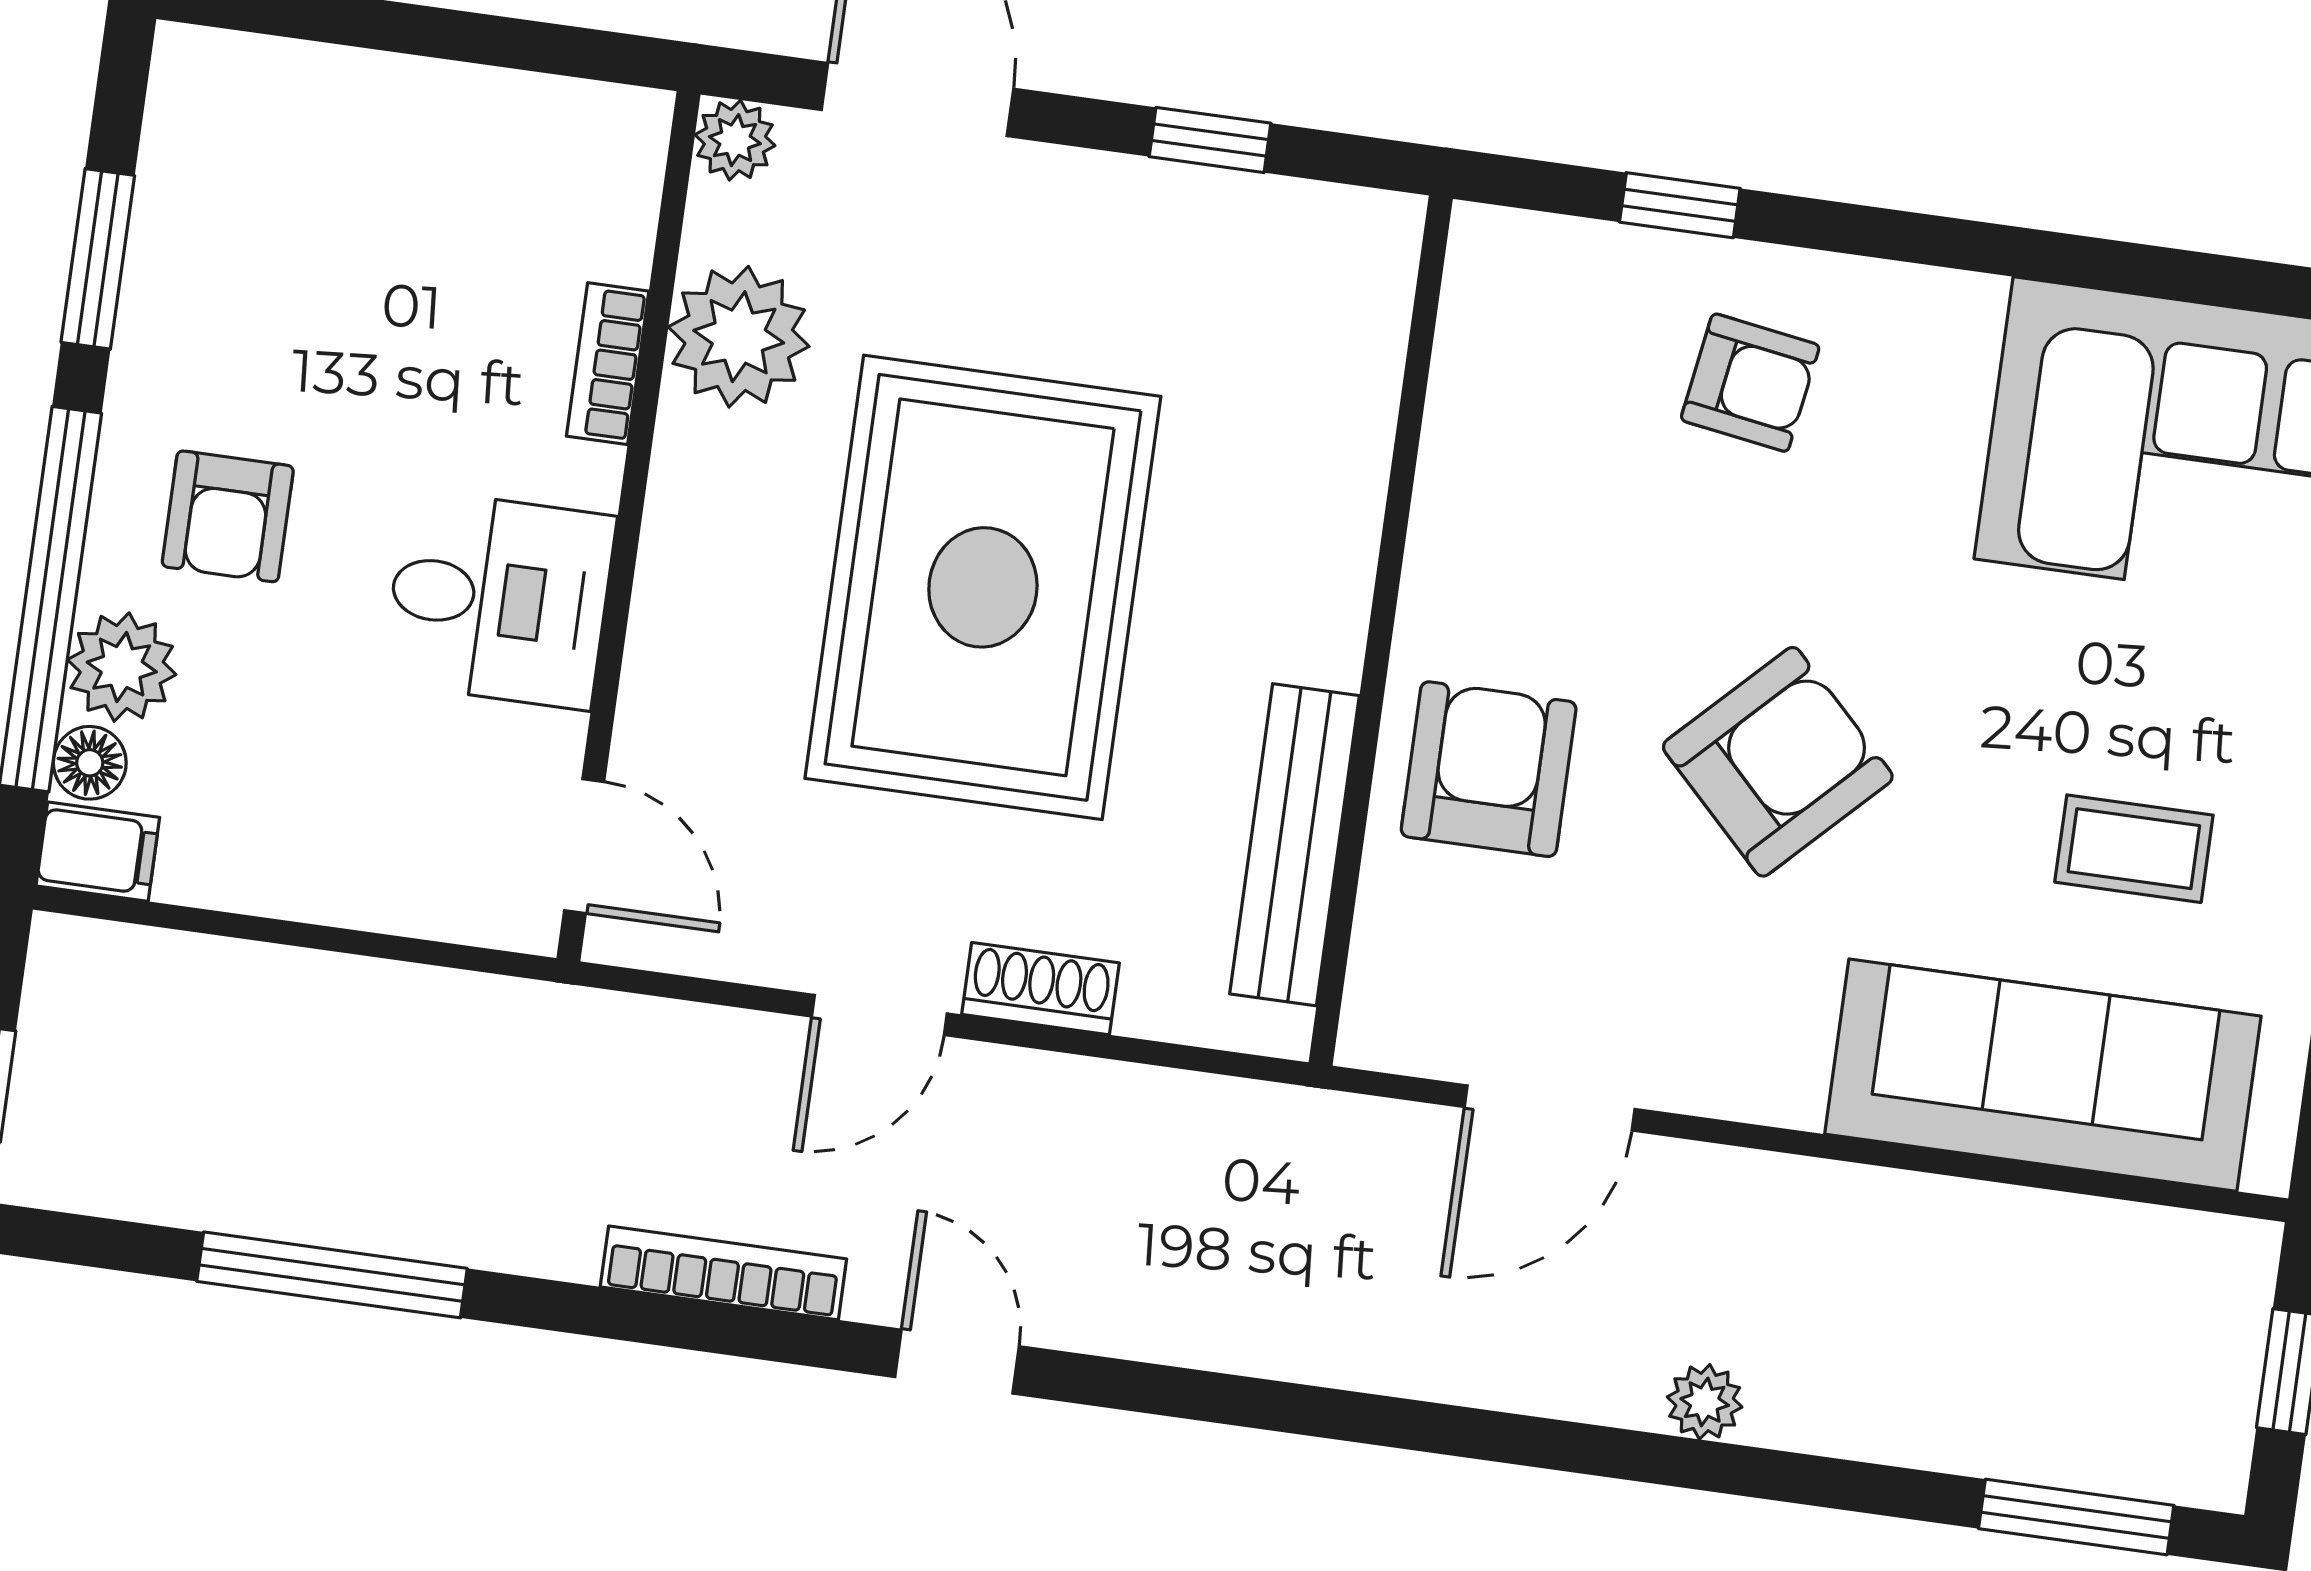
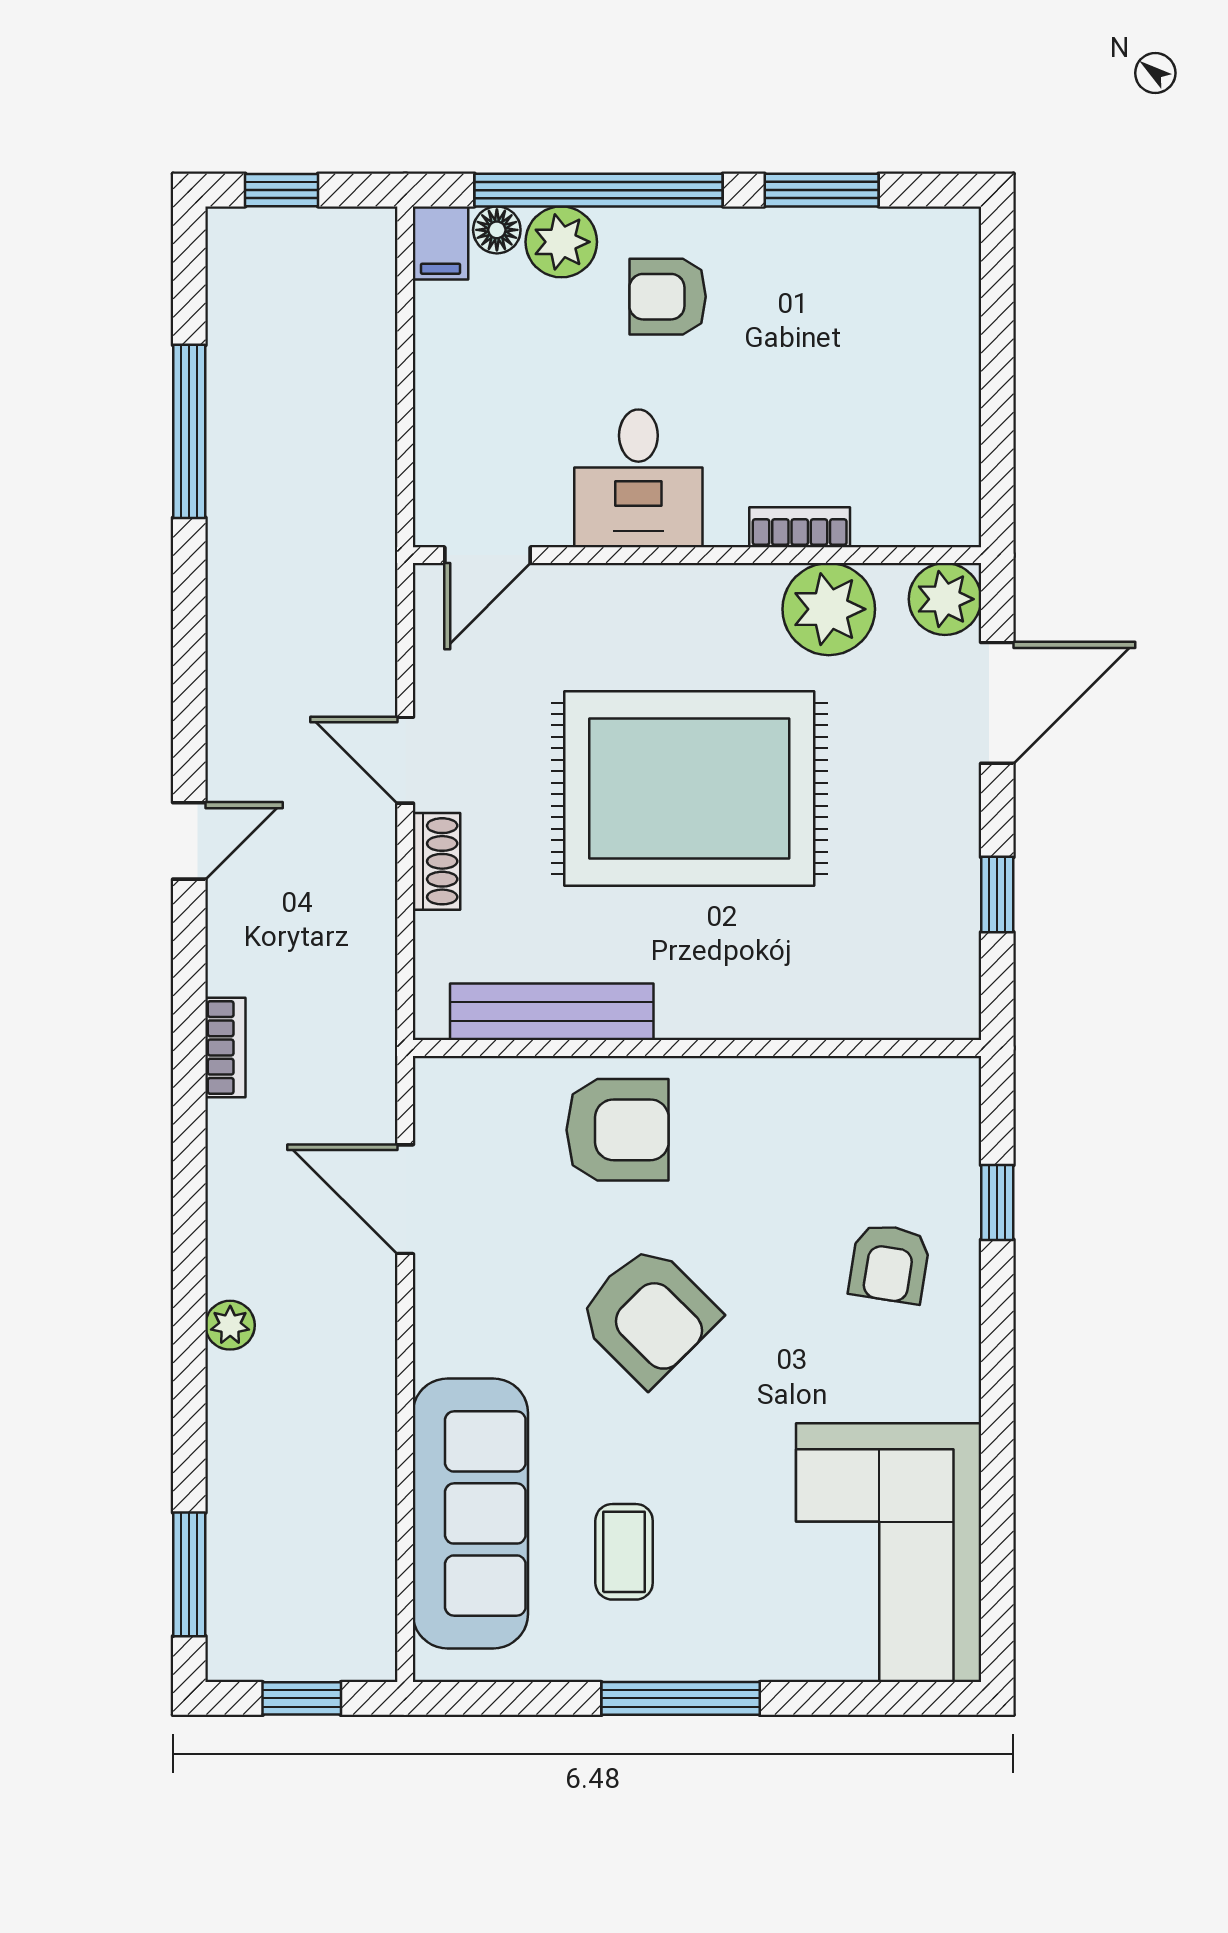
plant: (735, 140) -> (945, 599), width x1.38, depth x1.38
bookcase: (723, 1273) -> (225, 1047), moved, width x0.64

